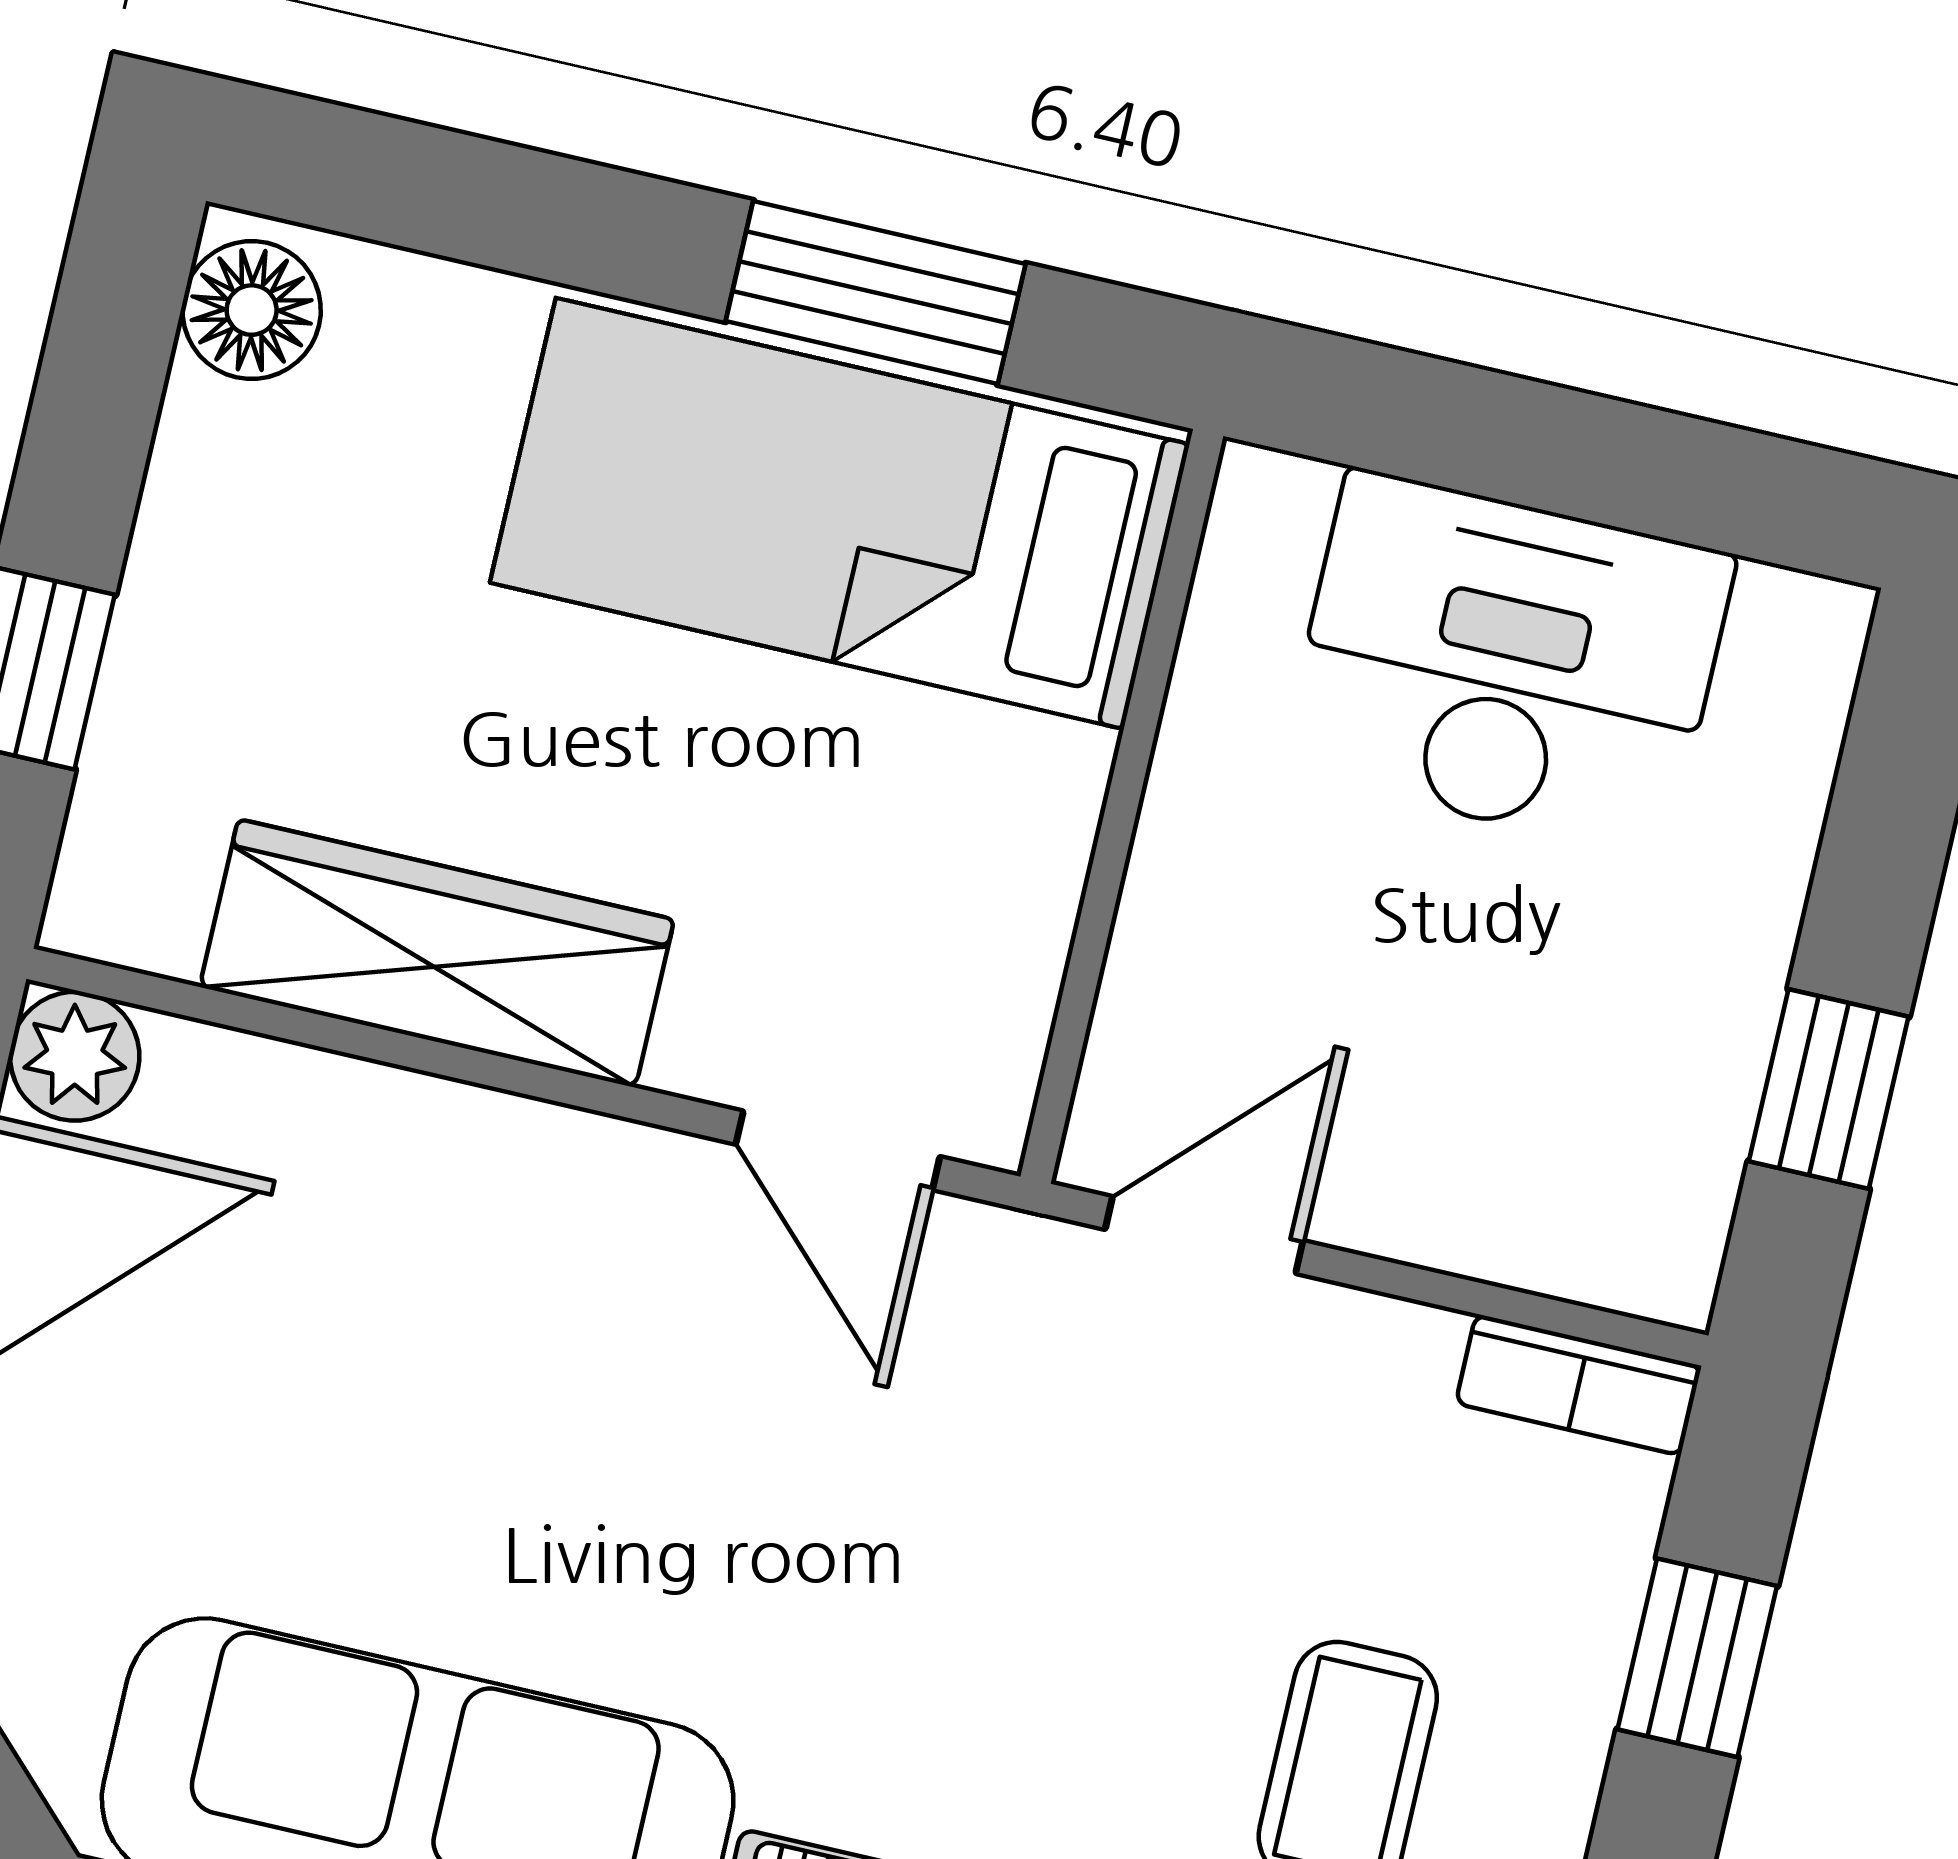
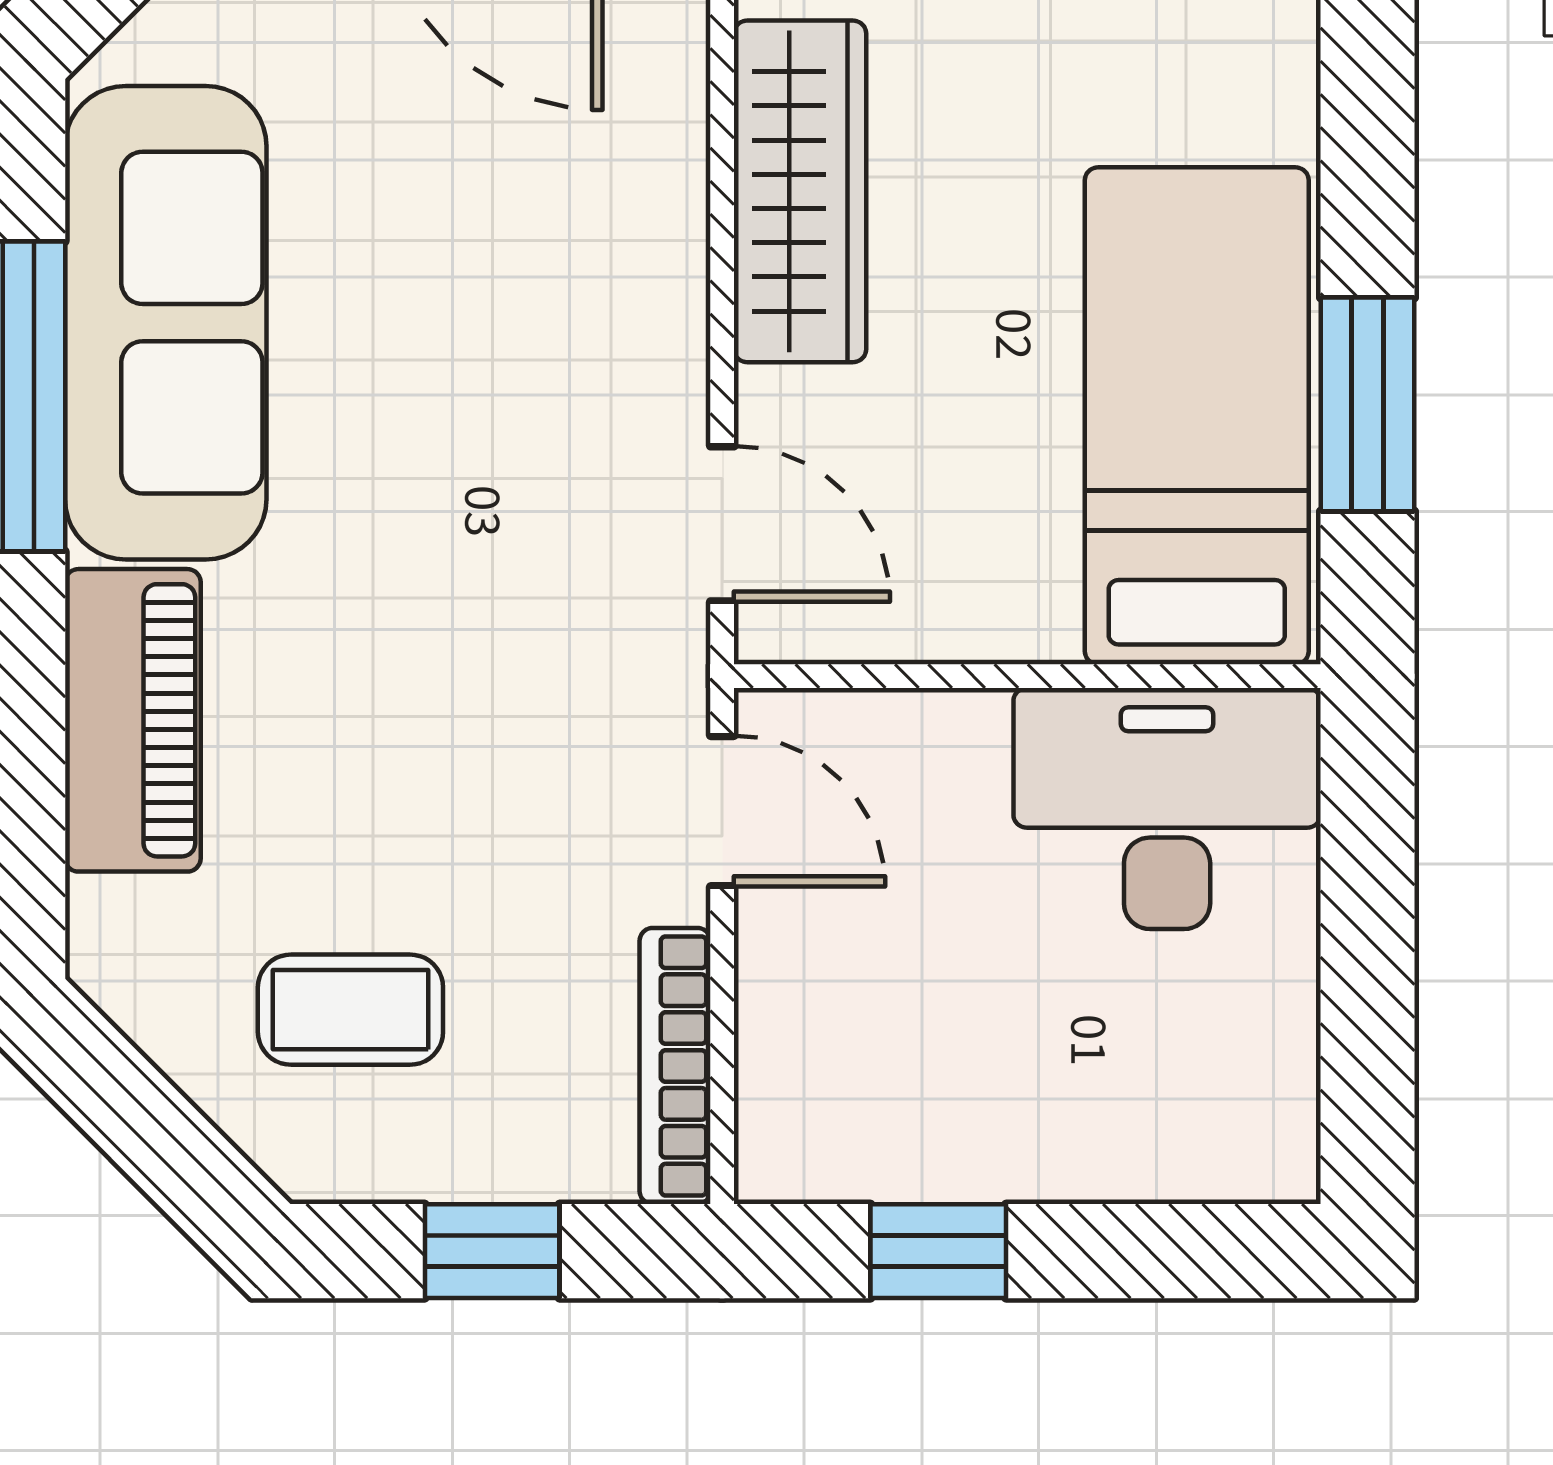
desk: (1508, 663) -> (1167, 809), moved, turned -90
door: (838, 1150) -> (722, 524), swing flipped
bookcase: (1579, 1385) -> (675, 1066), width x1.56

